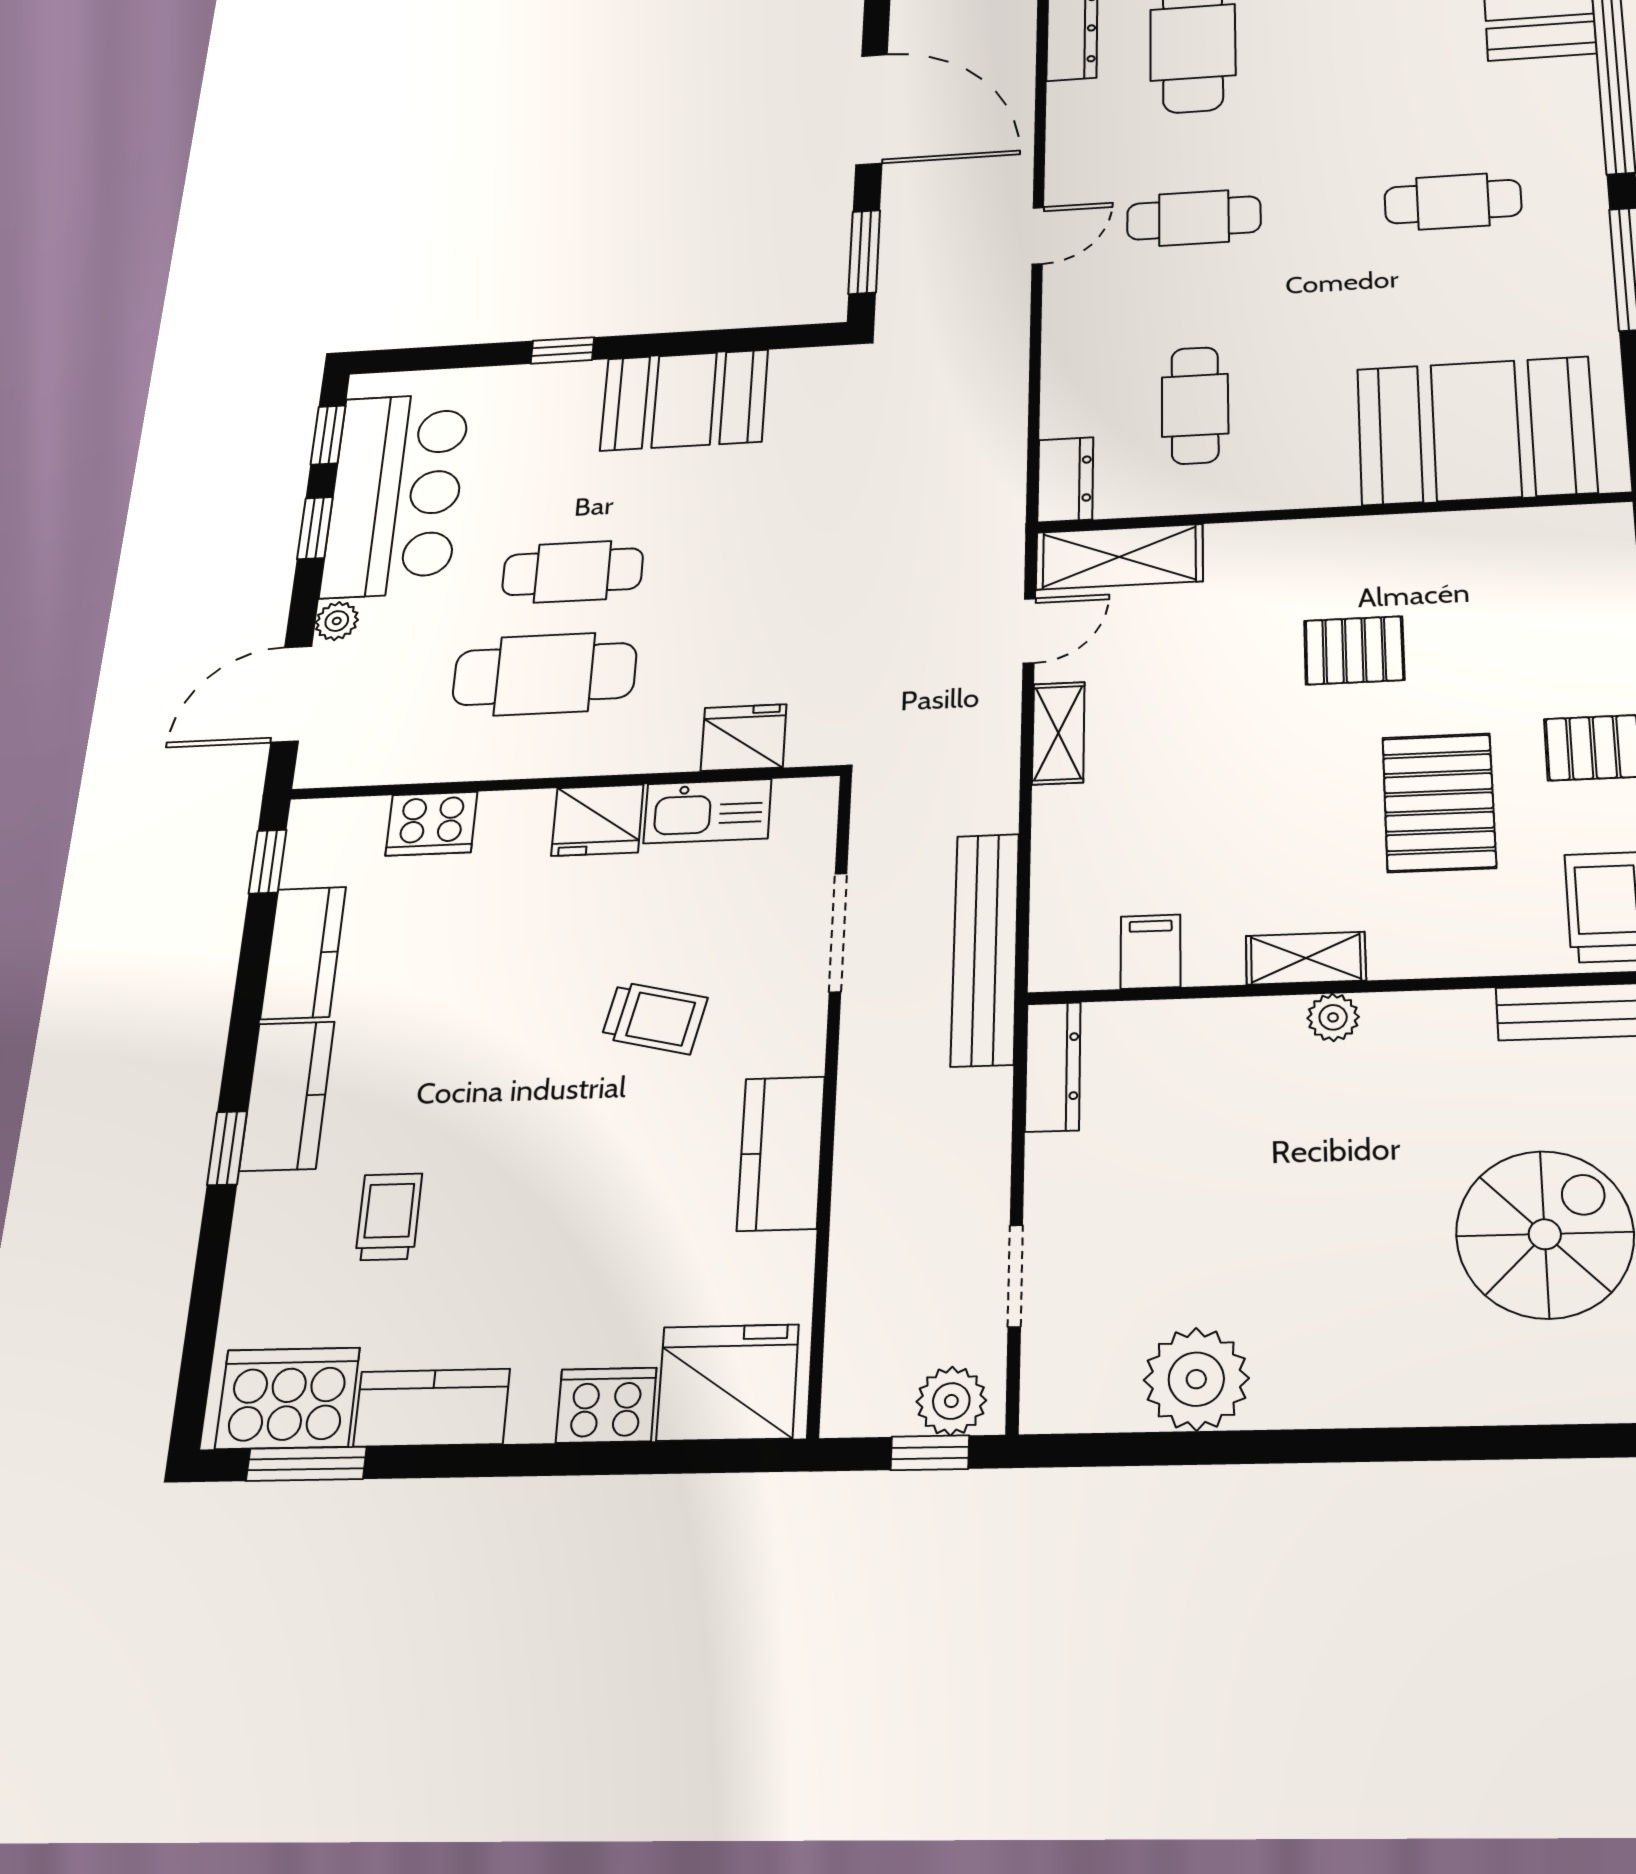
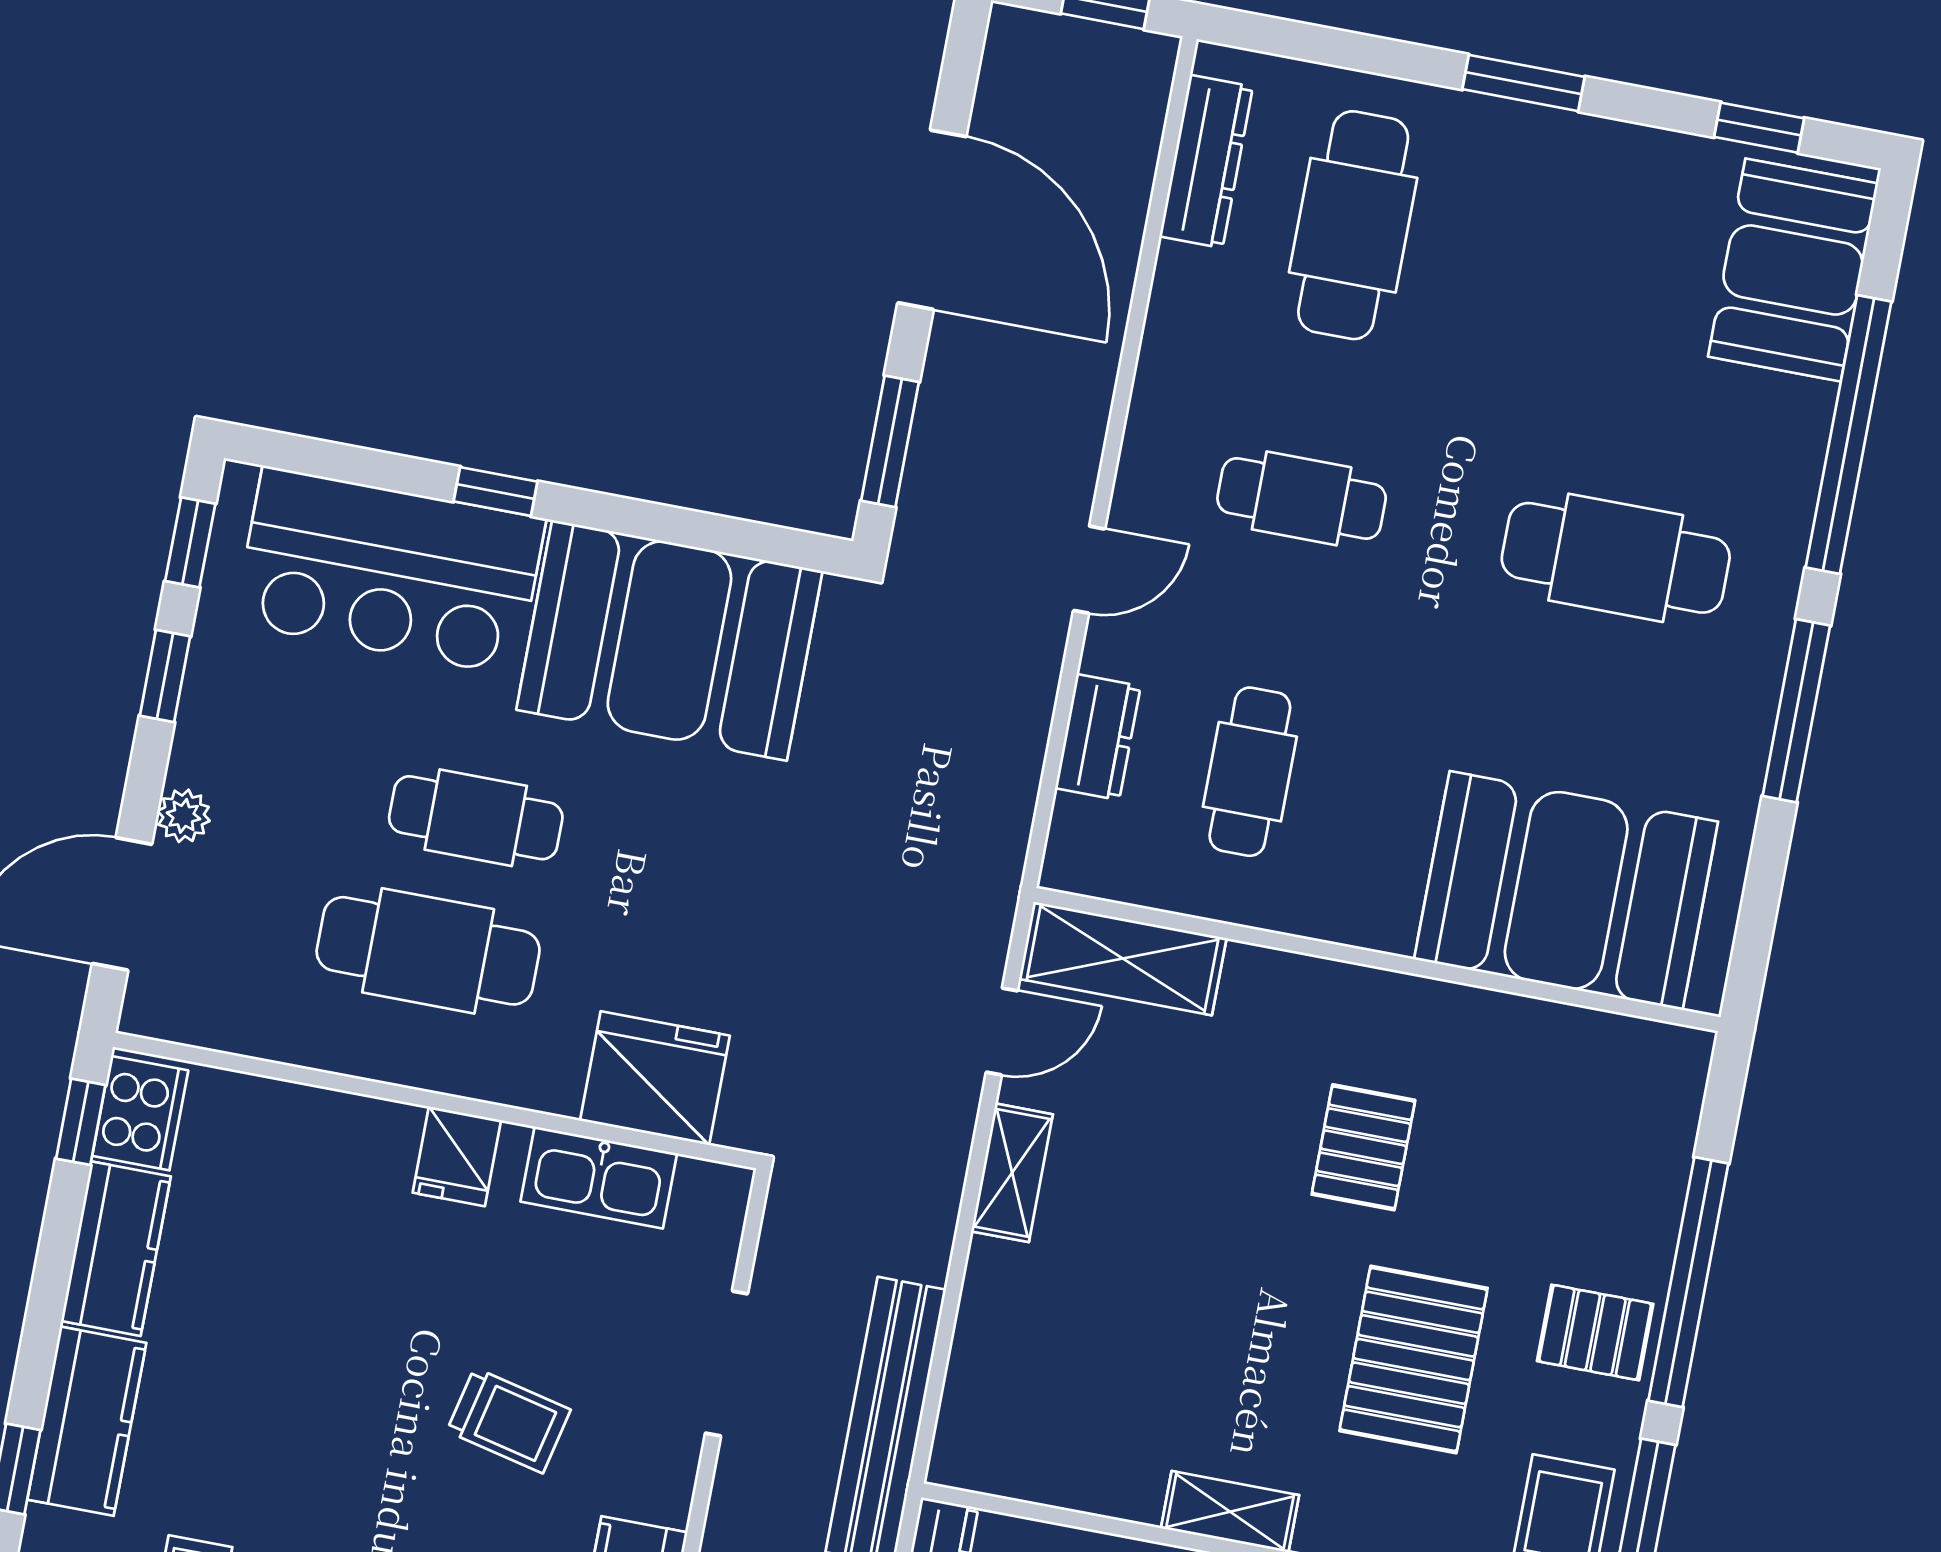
cafe table: (1453, 202) -> (1616, 558), width x1.37, depth x1.35
door: (1038, 236) -> (1089, 570), moved
booth: (684, 400) -> (669, 640), width x1.36, depth x1.42
dresser: (1065, 480) -> (1098, 737), moved
bar counter: (396, 494) -> (390, 571), moved, turned 90
pallet: (1354, 650) -> (1363, 1147), turned 90
fridge: (744, 738) -> (655, 1078), width x1.36, depth x1.34
fridge: (597, 820) -> (457, 1156), width x0.72
cooker: (432, 824) -> (140, 1113), moved, turned -90
filing cabinet: (1151, 952) -> (1065, 1466), removed

